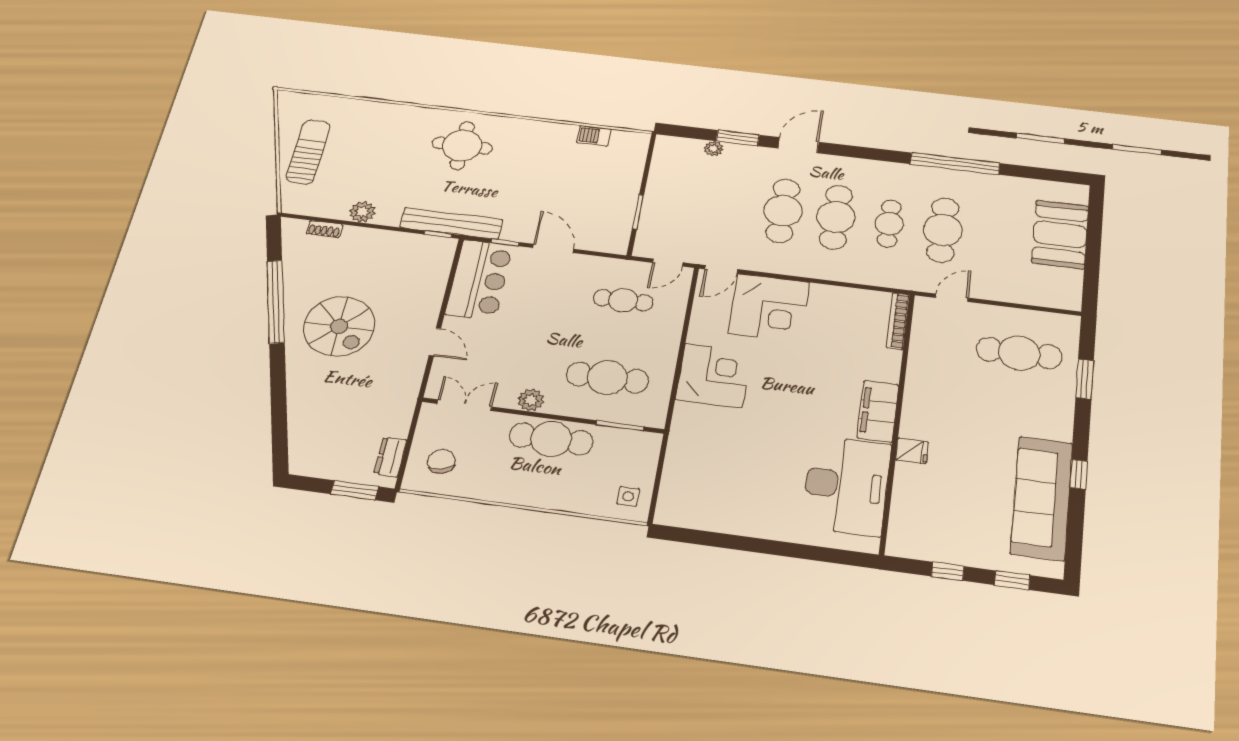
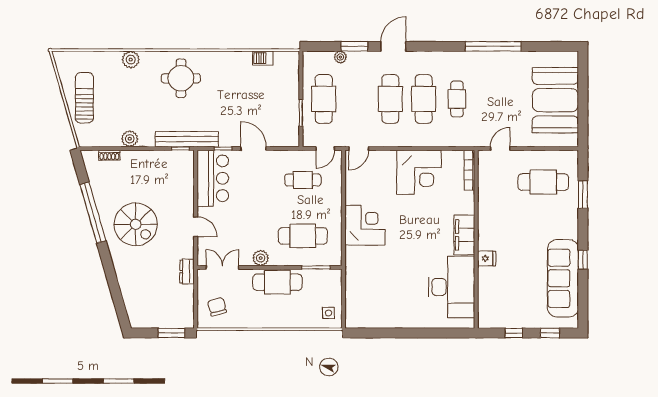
plant: (392, 114) -> (131, 60), added
cafe table: (943, 230) -> (324, 99), moved
booth: (1060, 234) -> (555, 100), width x1.36, depth x1.42
corner desk: (769, 308) -> (419, 172), moved
dresser: (391, 457) -> (187, 272), moved

